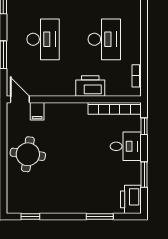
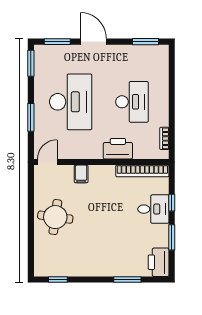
desk: (43, 39) -> (71, 102), width x1.36, depth x1.30
door: (20, 99) -> (47, 162), hinge flipped
filing cabinet: (37, 111) -> (81, 174), moved
window: (144, 126) -> (172, 203), moved

